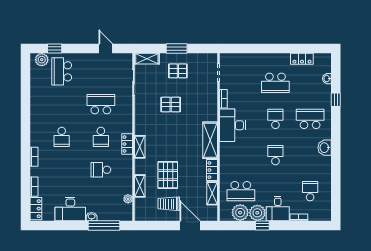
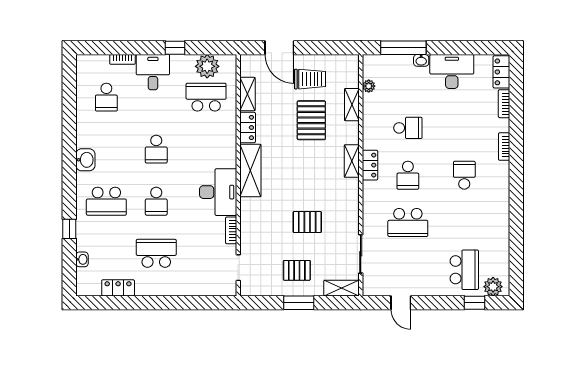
school desk: (101, 137) -> (408, 175), turned 180
plant: (257, 213) -> (182, 66), removed

